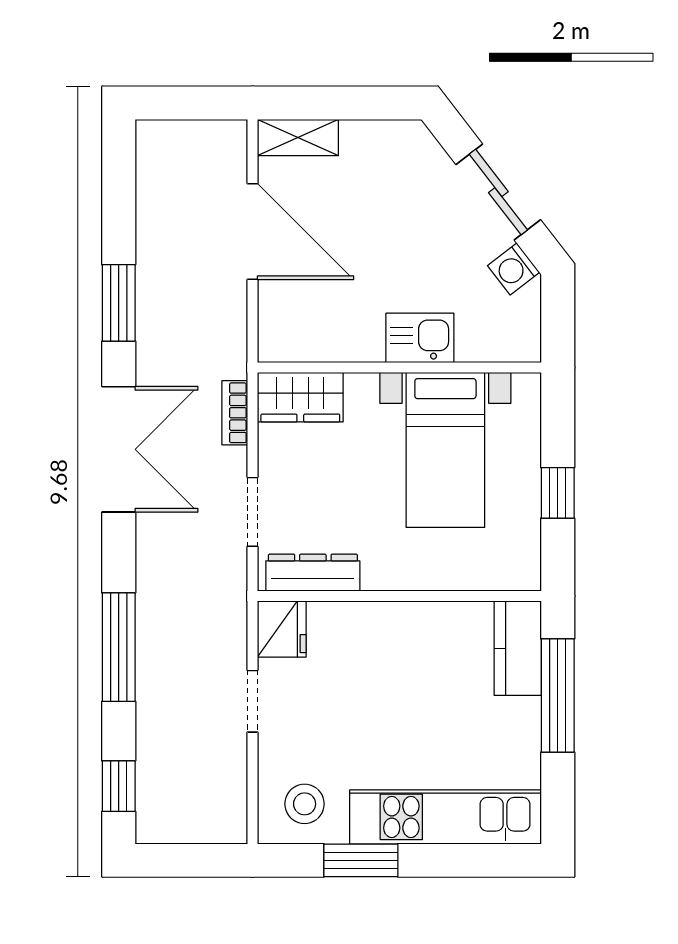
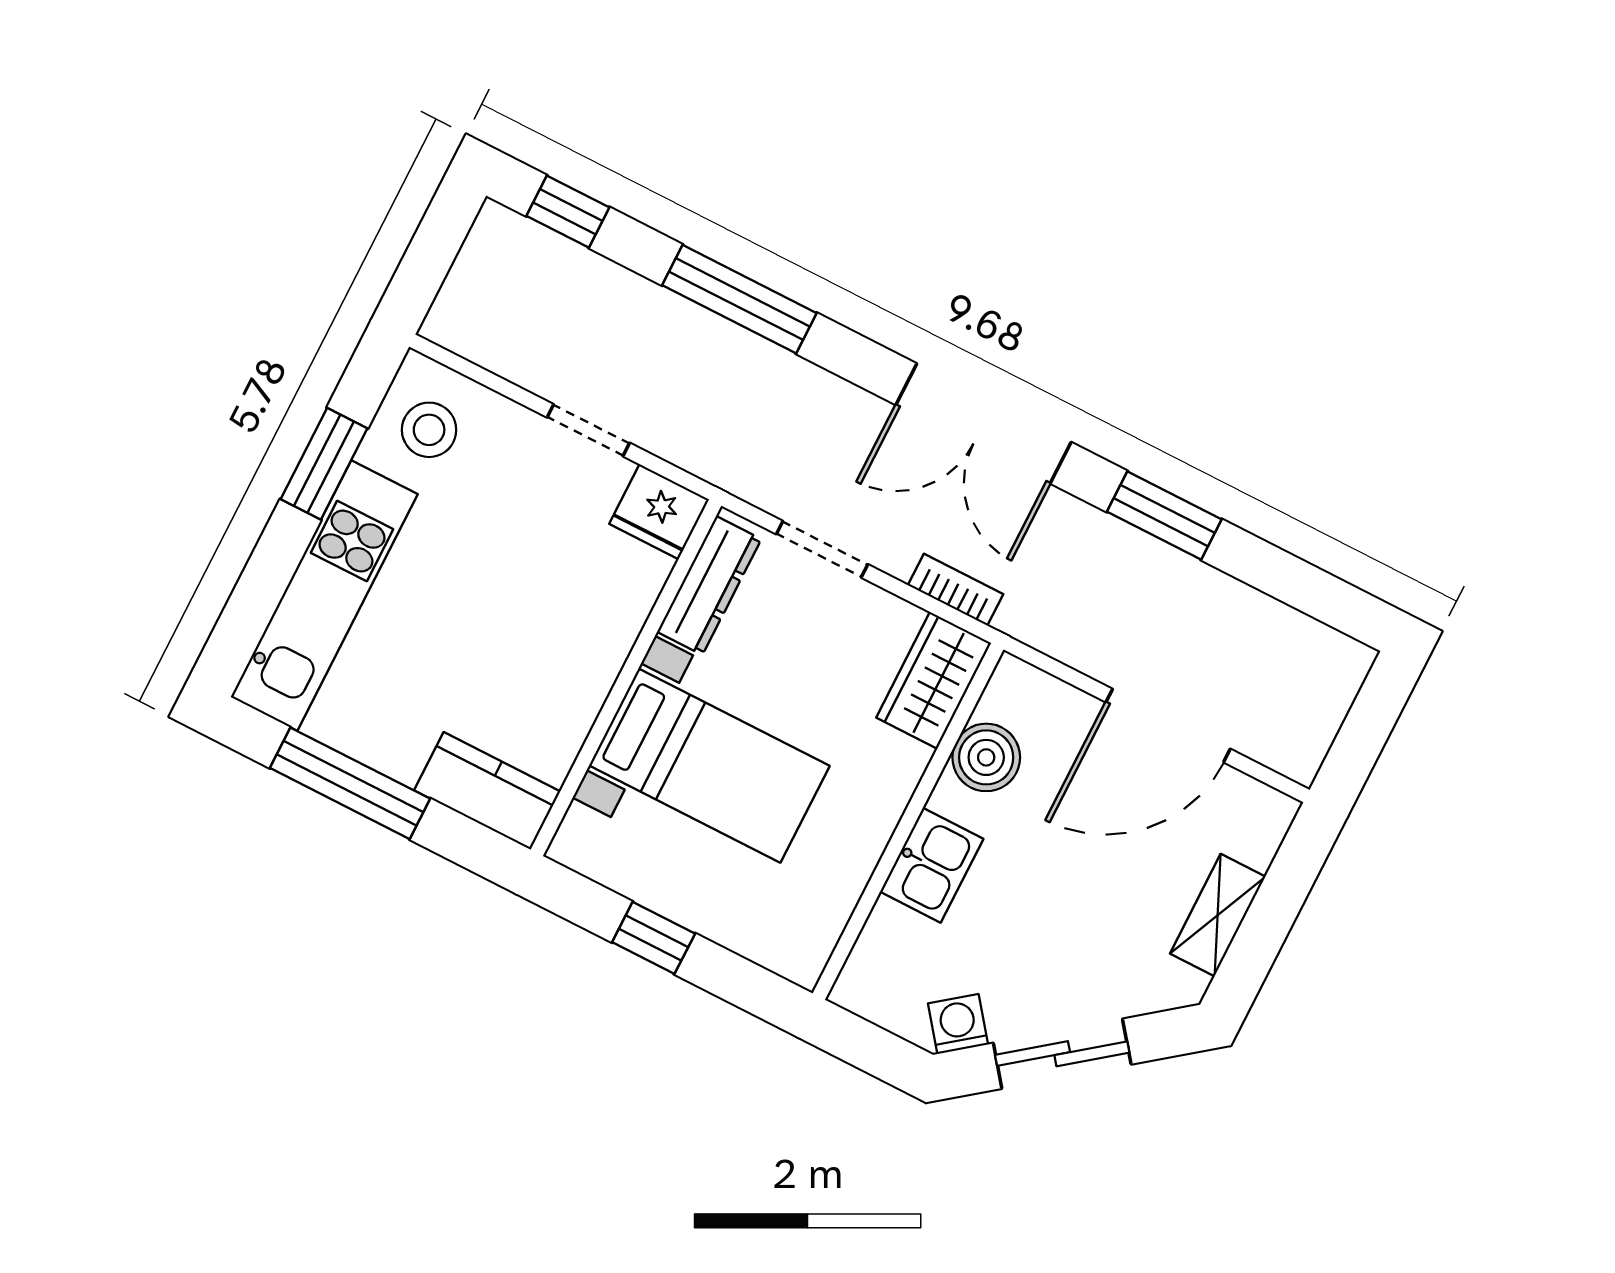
shelving: (298, 138) -> (1218, 915), moved
boiler: (333, 338) -> (986, 757), added
bed with nightstands: (445, 450) -> (709, 766), moved, turned 180
window: (558, 695) -> (350, 783), moved

